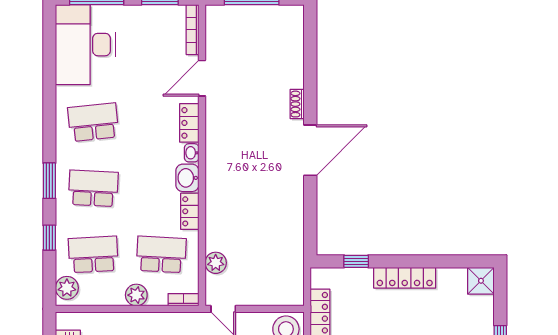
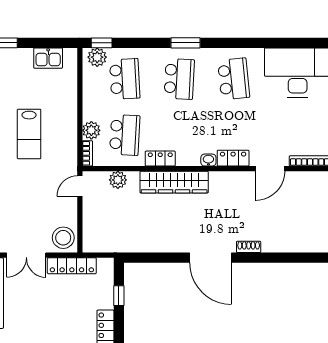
door: (202, 78) -> (270, 169), swing flipped
washbasin: (187, 178) -> (188, 157), removed
wardrobe: (218, 195) -> (174, 182), added
window: (49, 238) -> (102, 43), moved
plant: (136, 295) -> (91, 130), moved

